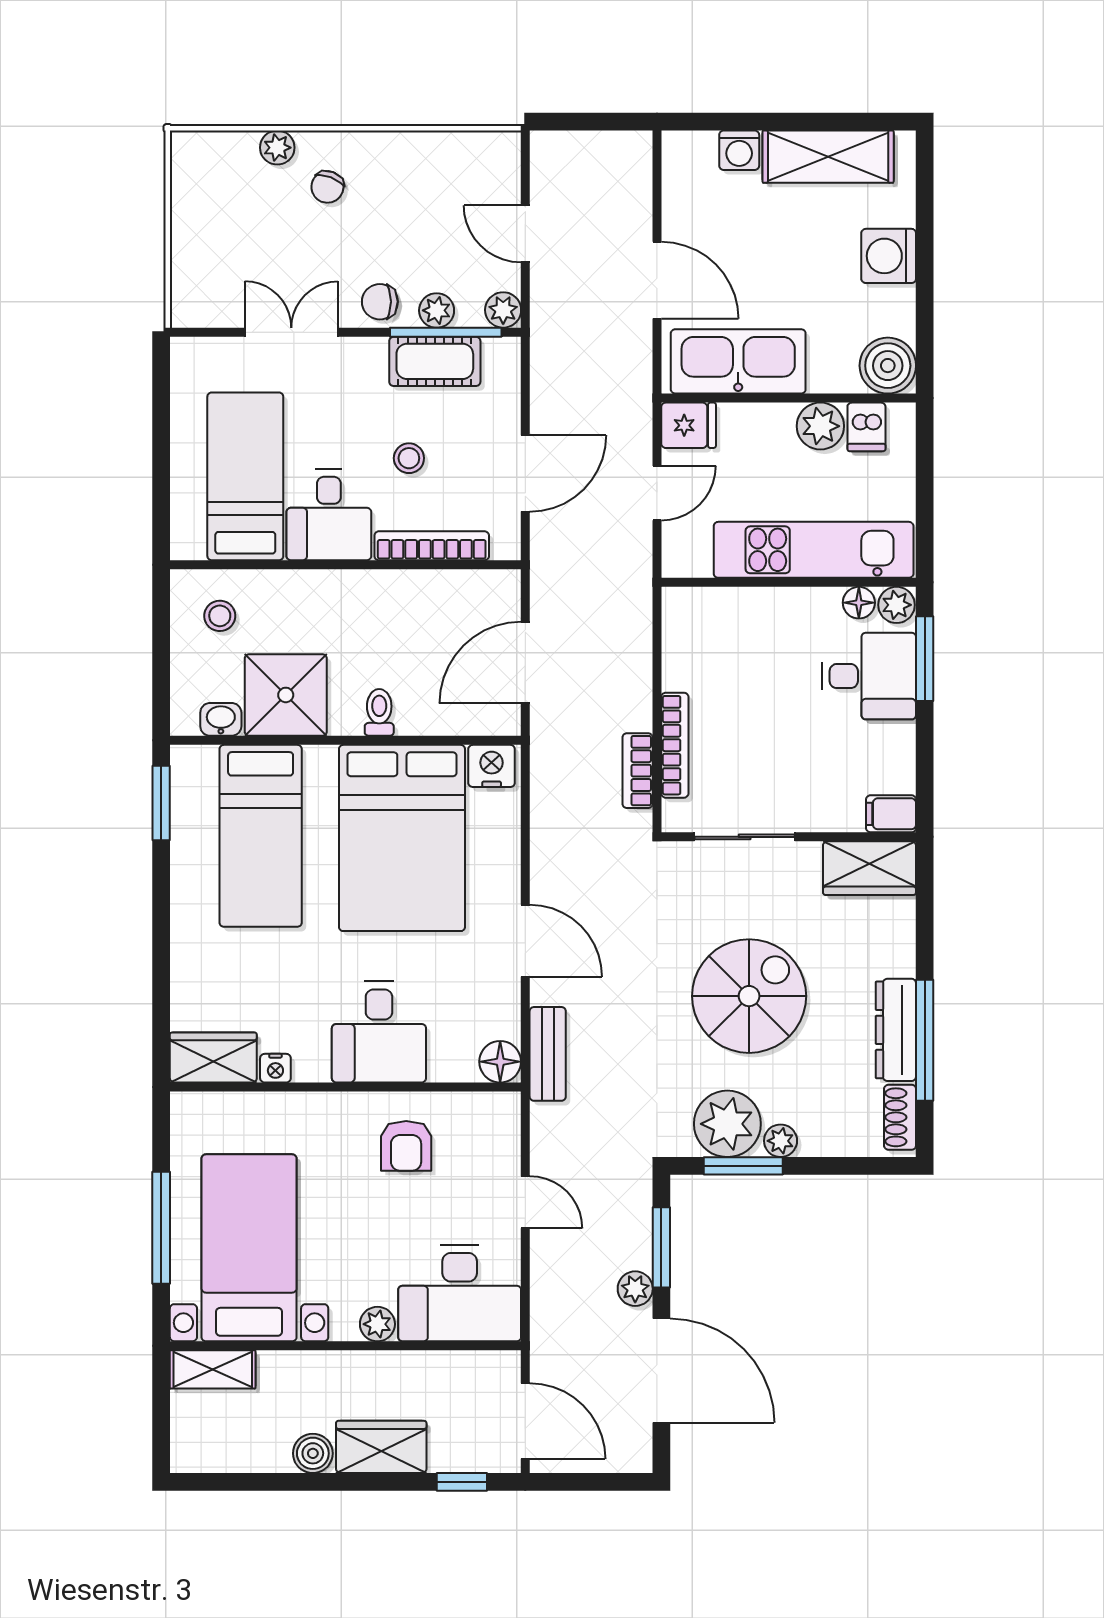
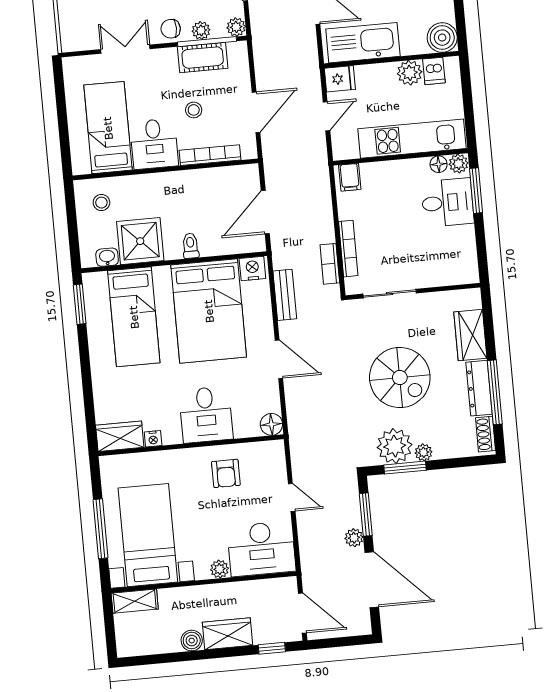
filing cabinet: (891, 814) -> (350, 177), moved, turned -90
wardrobe: (869, 868) -> (470, 335), moved, turned 90
spiral stairs: (749, 996) -> (400, 377), turned 90
bench: (548, 1054) -> (285, 295), moved

